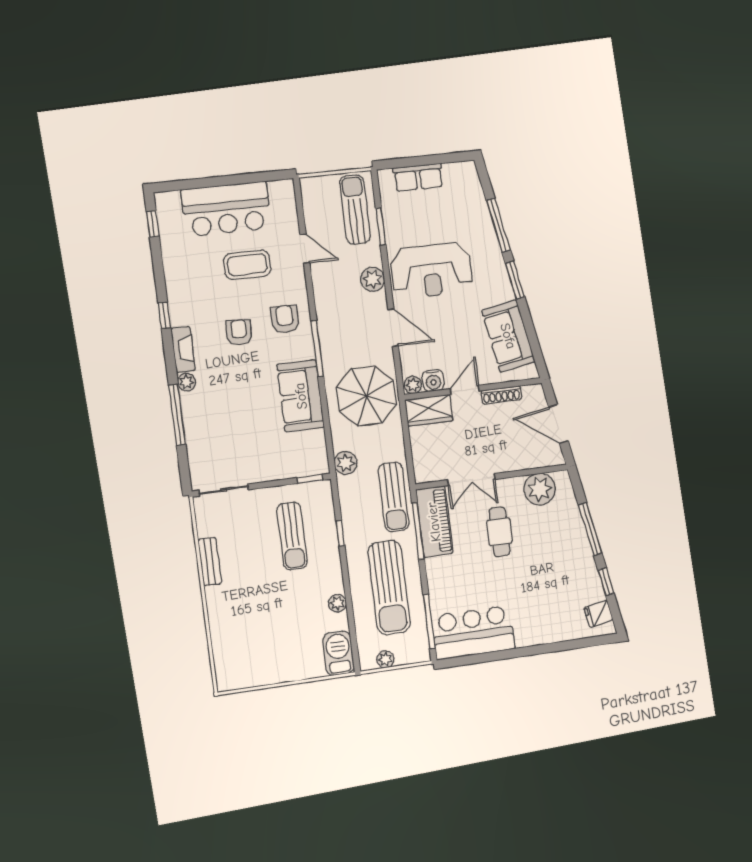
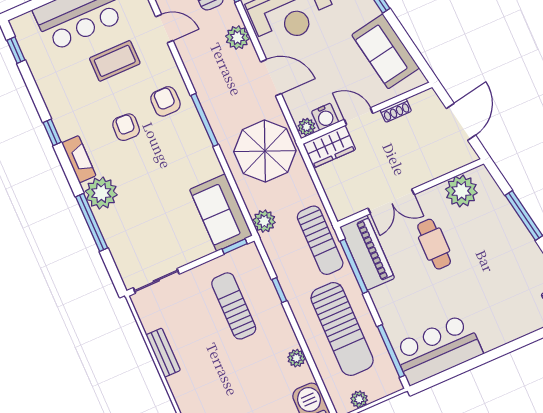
plant: (187, 382) -> (101, 193), width x1.87, depth x1.87
door: (465, 390) -> (359, 116), hinge flipped
shoe rack: (501, 395) -> (396, 110), width x0.70
sofa: (301, 396) -> (221, 213), moved
door: (558, 424) -> (461, 122), swing flipped
sun lounger: (292, 536) -> (234, 306), turned 180

